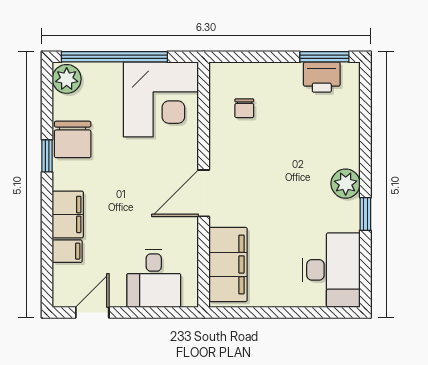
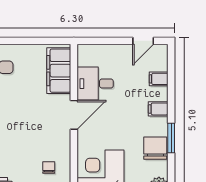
window: (47, 156) -> (171, 138), width x1.50
filing cabinet: (68, 214) -> (158, 109), width x0.50
desk: (154, 278) -> (95, 84), moved, turned -90

